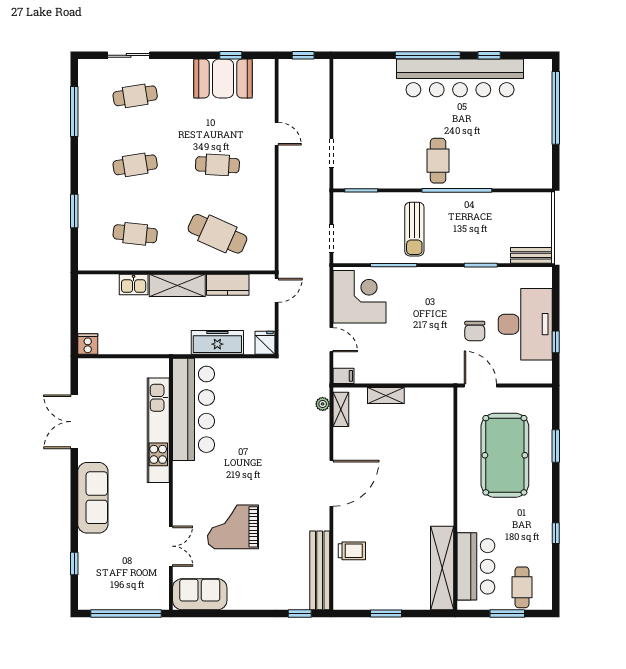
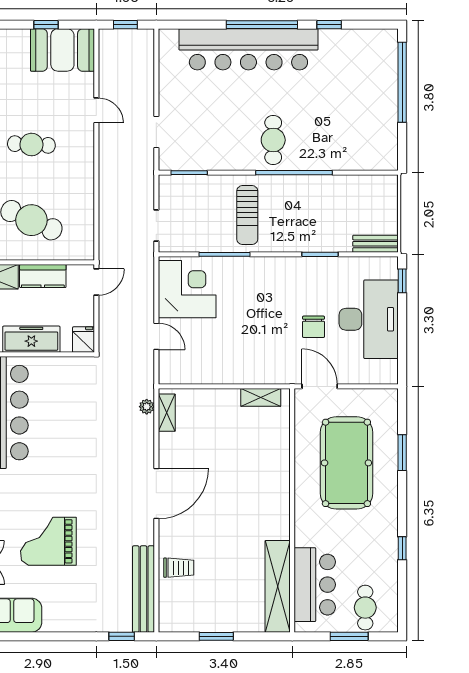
bar counter: (460, 78) -> (248, 49), moved
booth: (223, 79) -> (62, 50), moved
window: (556, 342) -> (402, 281), moved
filing cabinet: (344, 376) -> (170, 376), removed
shelving: (386, 396) -> (261, 397), moved

